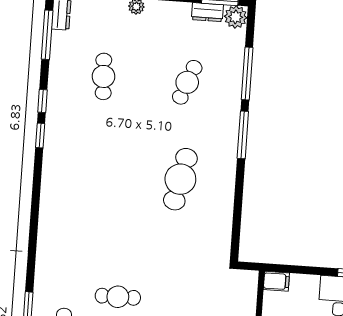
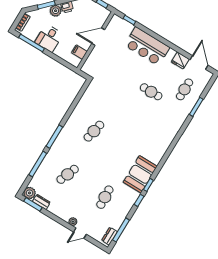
booth: (64, 147) -> (140, 174), added
cafe table: (180, 179) -> (94, 131), width x0.73, depth x0.74
filing cabinet: (276, 281) -> (79, 52), moved

